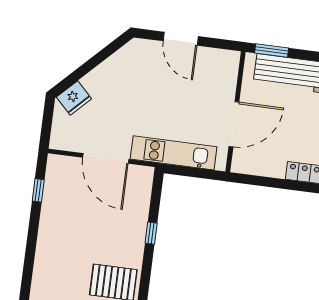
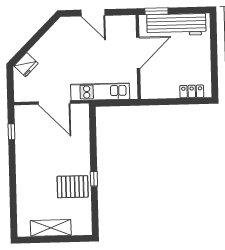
door: (234, 124) -> (138, 53), moved
window: (151, 233) -> (94, 179), moved

